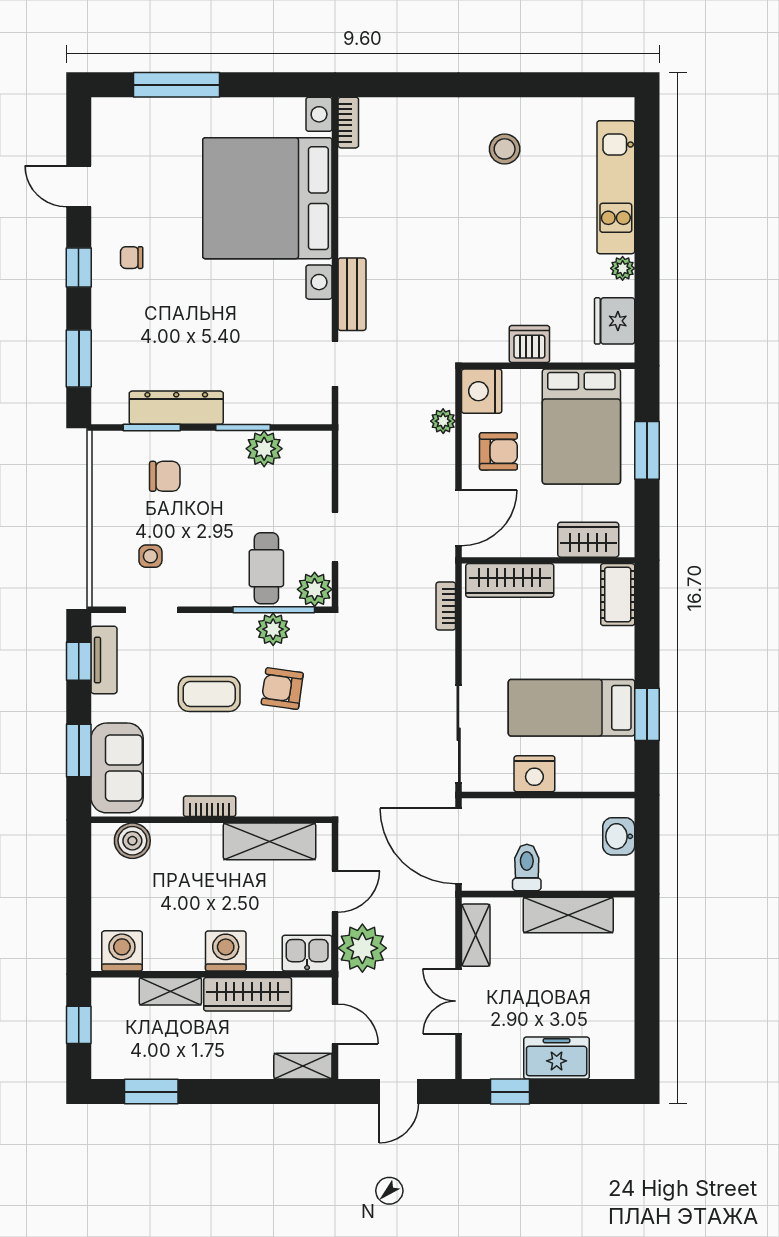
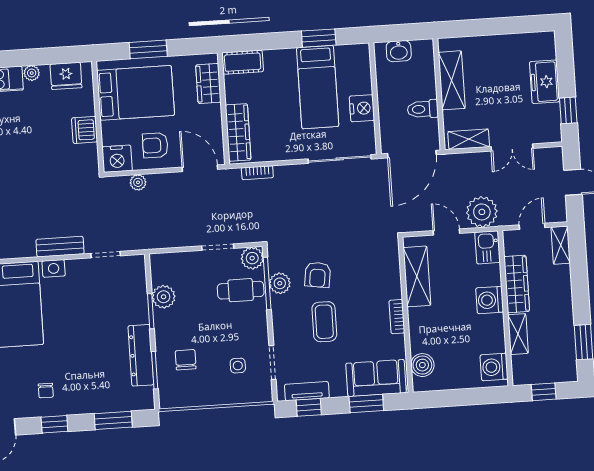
armchair: (498, 451) -> (155, 145), turned -90

